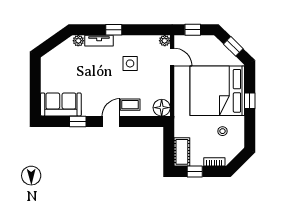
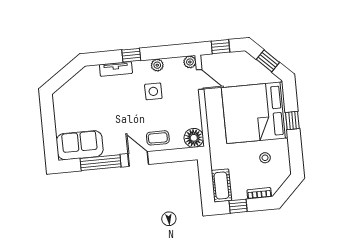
plant: (78, 41) -> (157, 65), moved
window: (78, 122) -> (101, 163), width x2.17
door: (111, 122) -> (138, 159), hinge flipped

